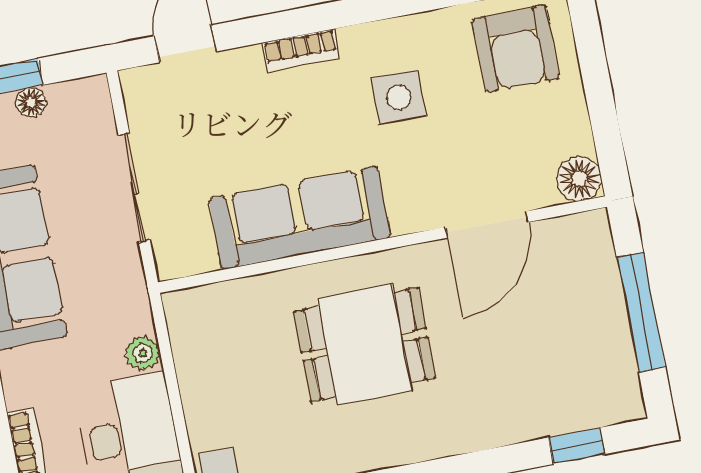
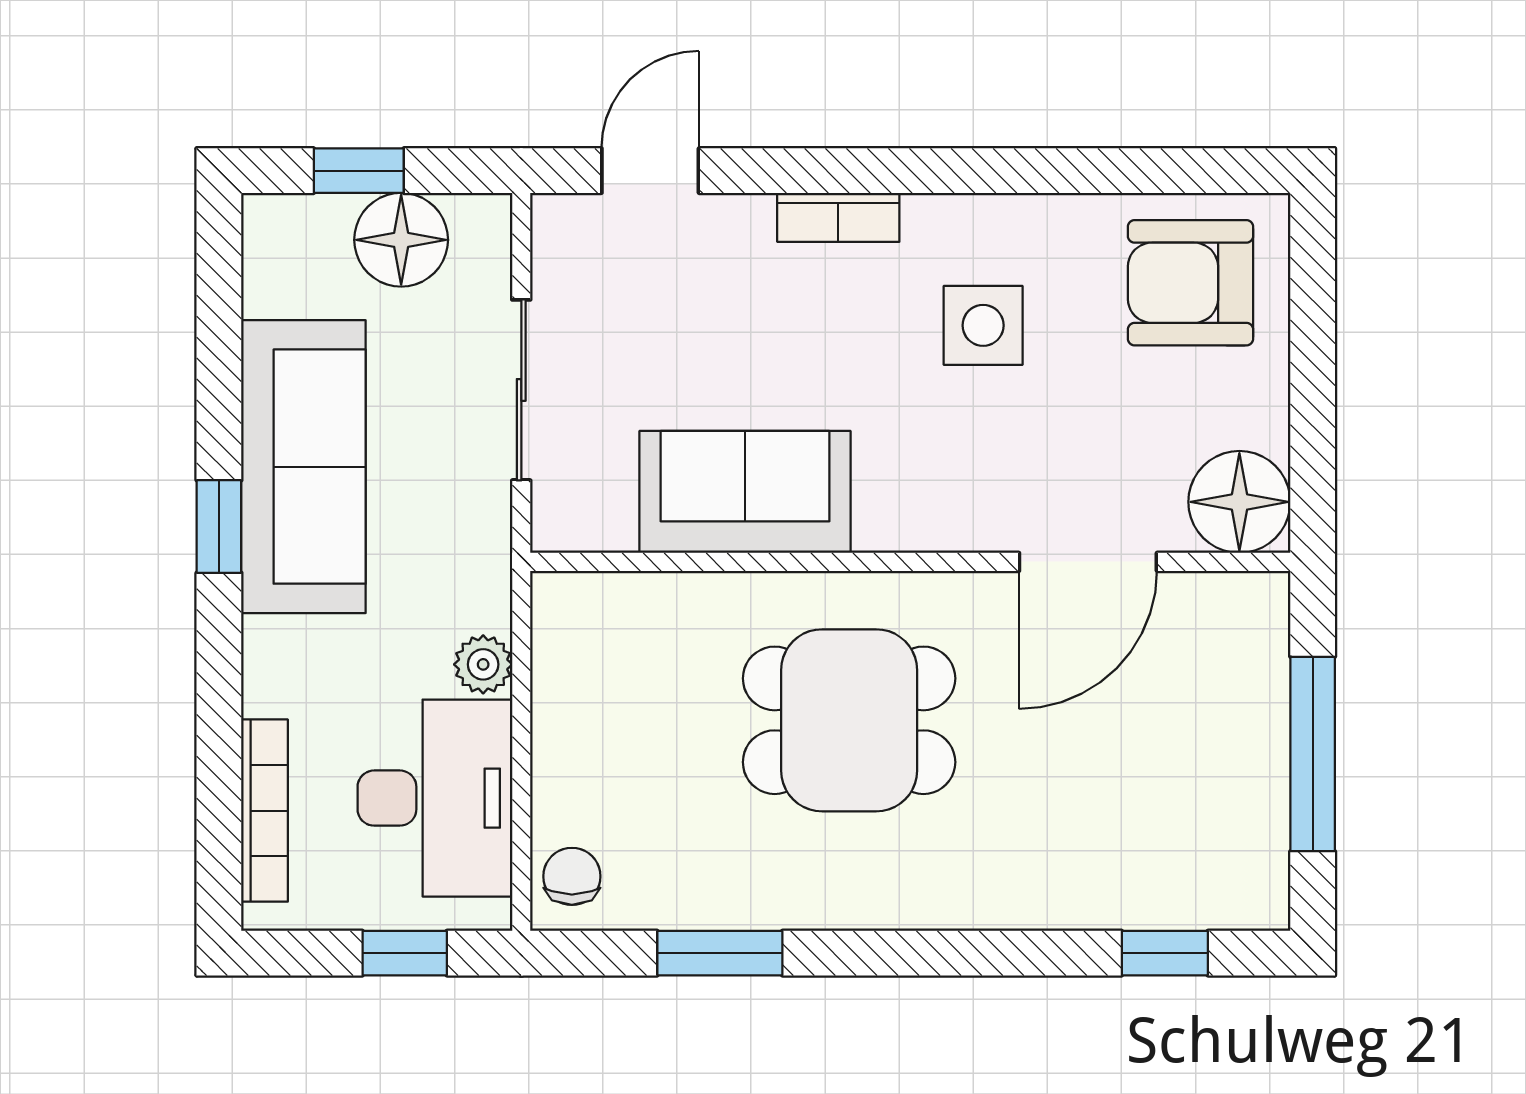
armchair: (516, 49) -> (1190, 283), turned 90
floor lamp: (31, 102) -> (401, 240), width x1.89, depth x1.89
floor lamp: (579, 179) -> (1239, 502), width x1.38, depth x1.38
sofa: (300, 218) -> (745, 492), width x0.73

